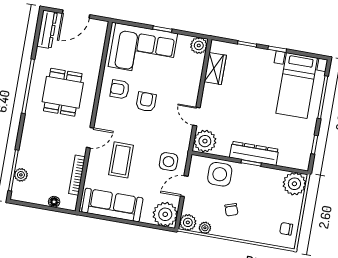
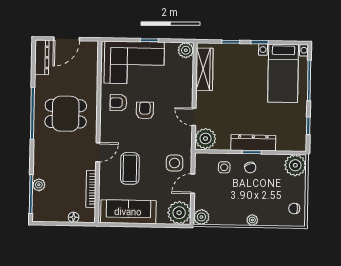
wardrobe: (215, 69) -> (204, 69), width x1.50
dining table: (63, 92) -> (66, 114), turned 90
side table: (220, 174) -> (224, 167), width x0.54, depth x0.54
plant: (21, 175) -> (39, 185), moved
chair: (231, 210) -> (250, 167), moved
plant: (205, 228) -> (252, 220), moved

